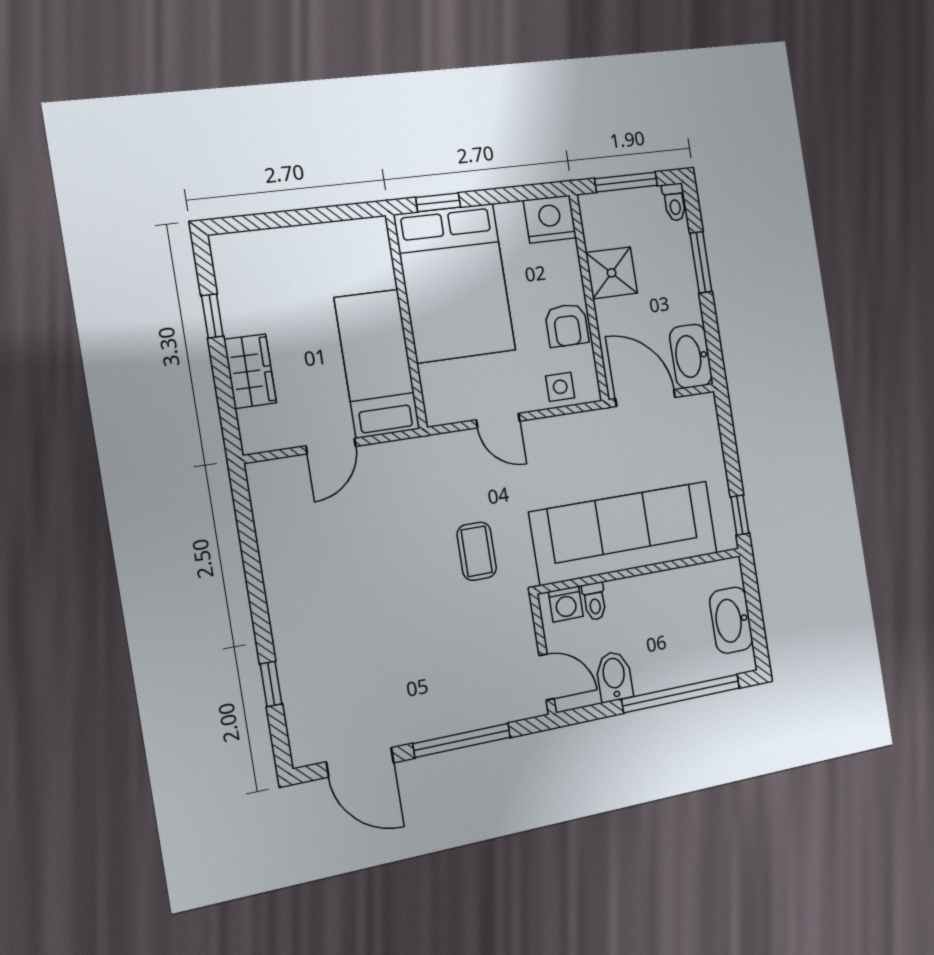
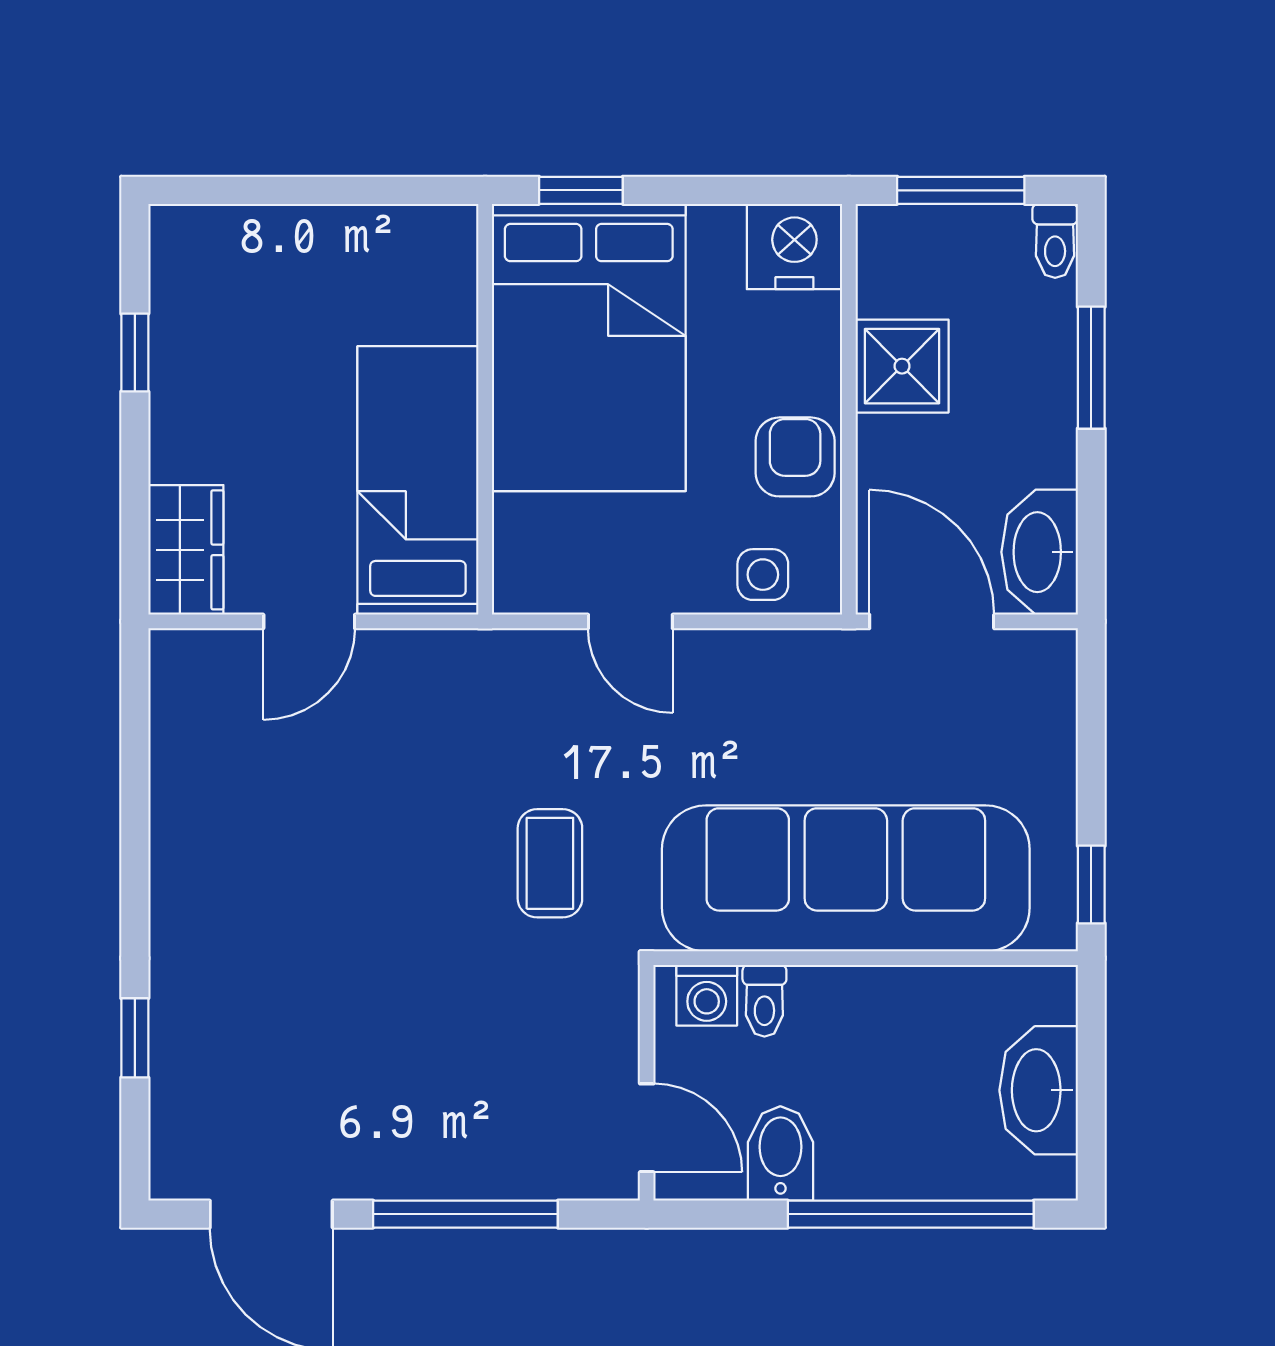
armchair: (567, 325) -> (795, 457), turned 180
wardrobe: (250, 371) -> (186, 550), moved

